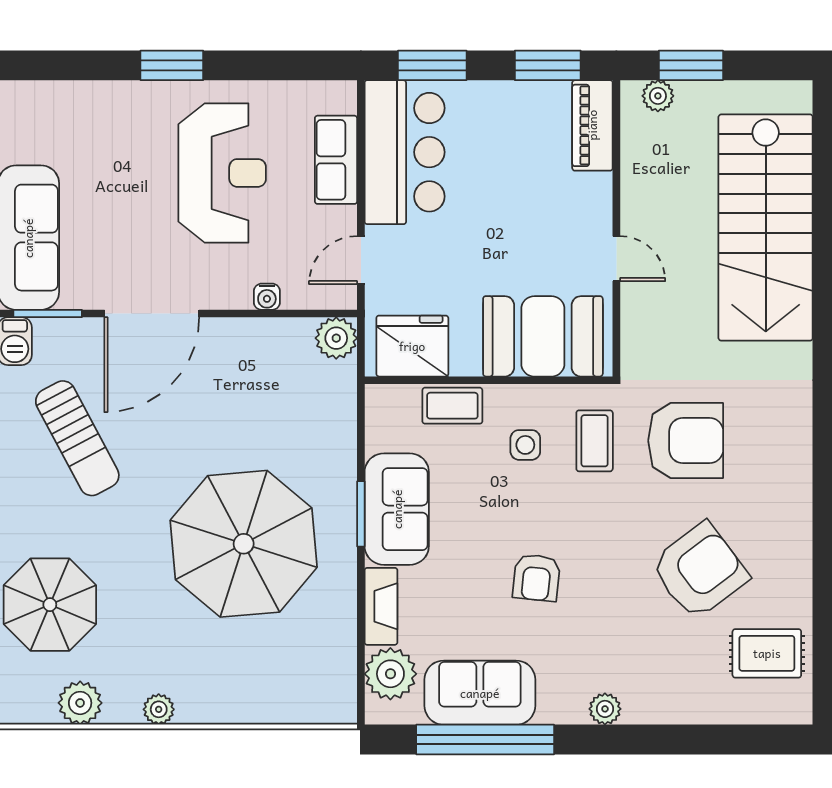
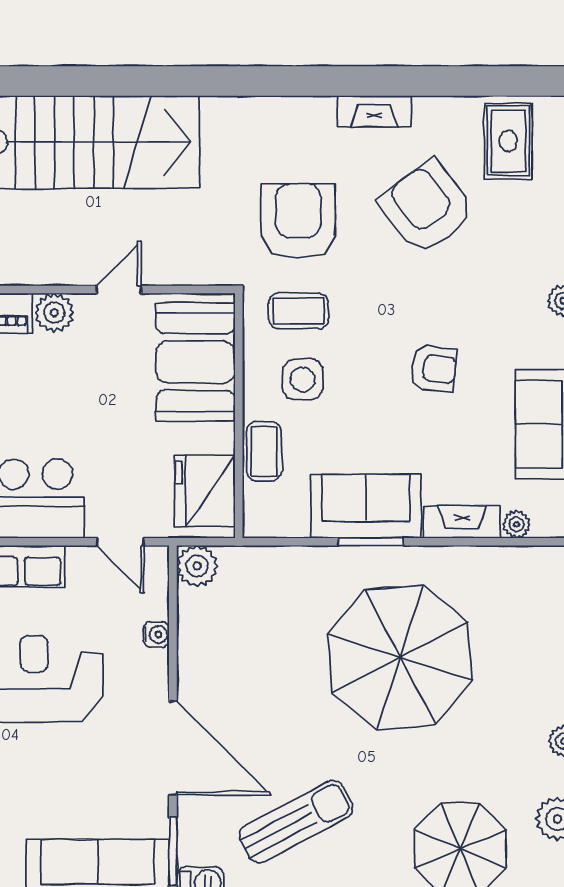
plant: (593, 193) -> (54, 313), added
side table: (525, 445) -> (303, 379), width x1.37, depth x1.37
fireplace: (797, 517) -> (374, 111), added
plant: (390, 674) -> (517, 524), width x0.53, depth x0.53

